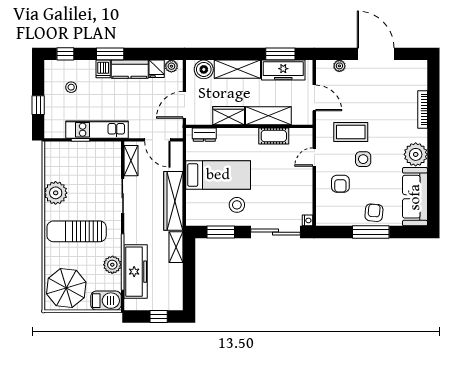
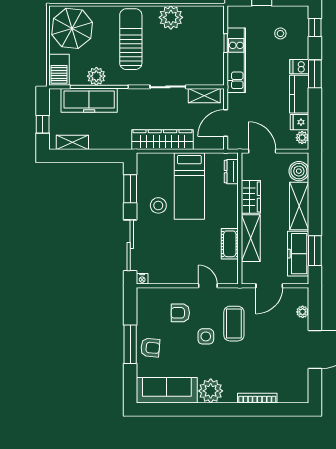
shelving: (176, 247) -> (72, 142), moved

